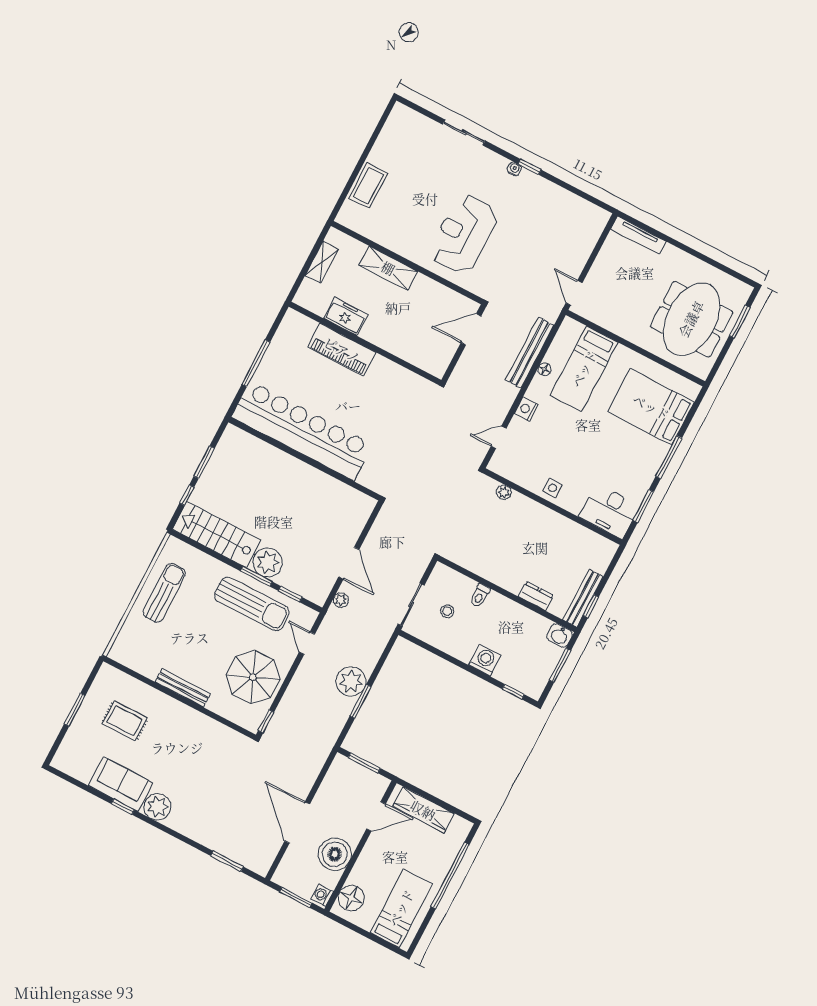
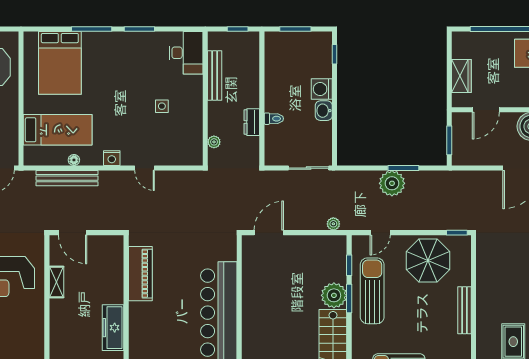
shelving: (388, 268) -> (56, 282), moved, width x0.67, depth x0.75
freezer: (346, 316) -> (113, 328), width x1.40
piano: (342, 350) -> (140, 274), moved
plant: (504, 492) -> (214, 142), moved
wall: (553, 507) -> (205, 99), moved
desk: (610, 511) -> (186, 53), moved
door: (349, 563) -> (269, 233), moved
dresser: (536, 596) -> (252, 122), moved
bench: (583, 598) -> (215, 76), moved, turned 90
stool: (447, 611) -> (299, 138), removed
washbasin: (560, 635) -> (324, 111), moved, turned 180
wardrobe: (423, 810) -> (461, 76), width x0.67
door: (376, 816) -> (486, 110), swing flipped

